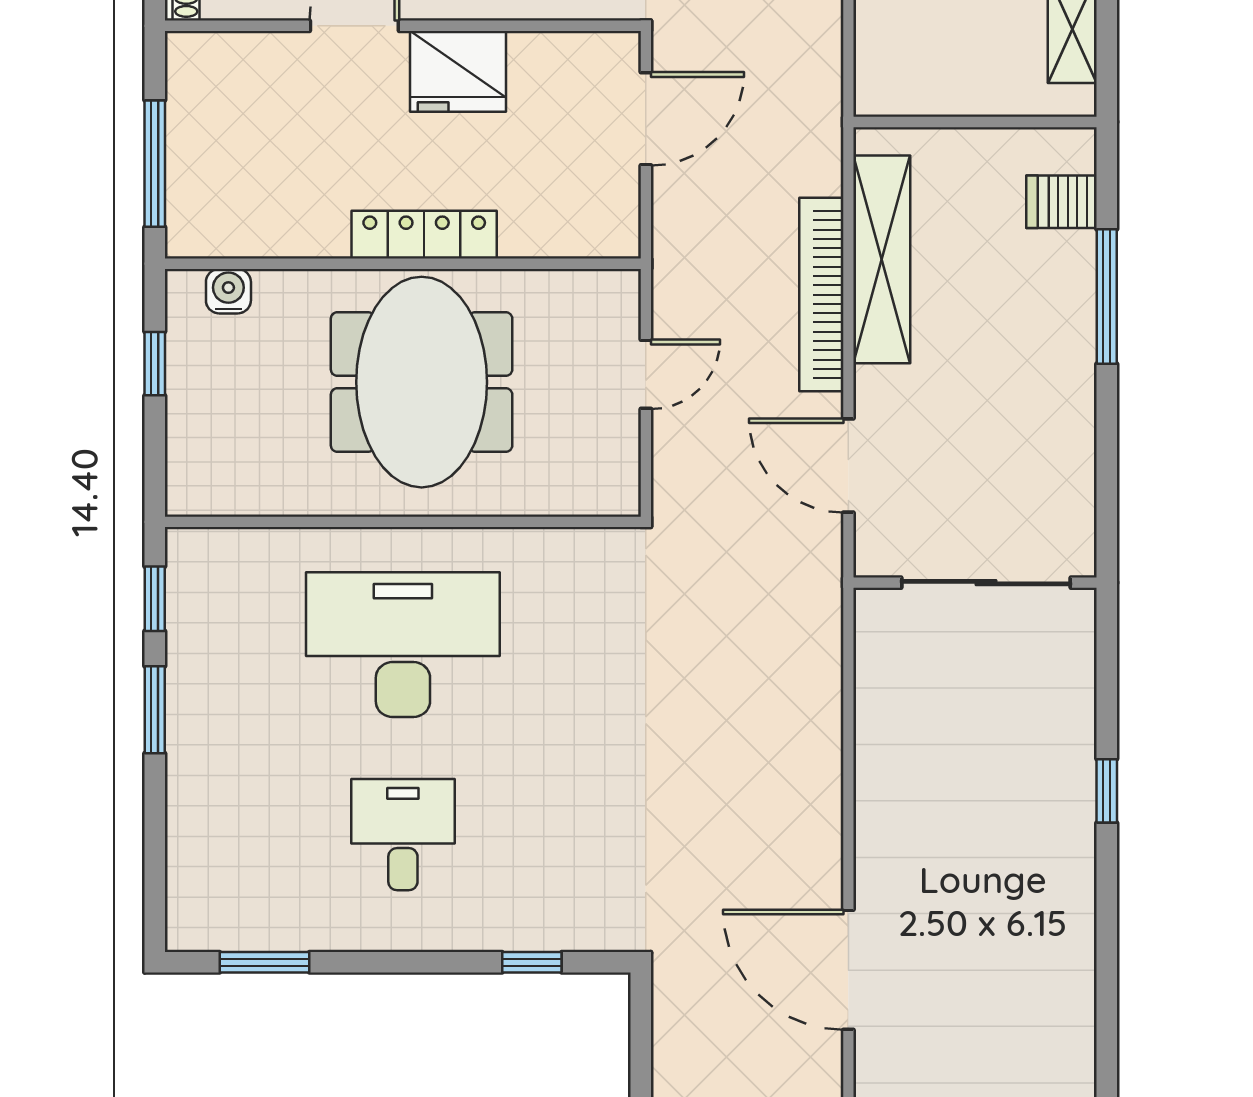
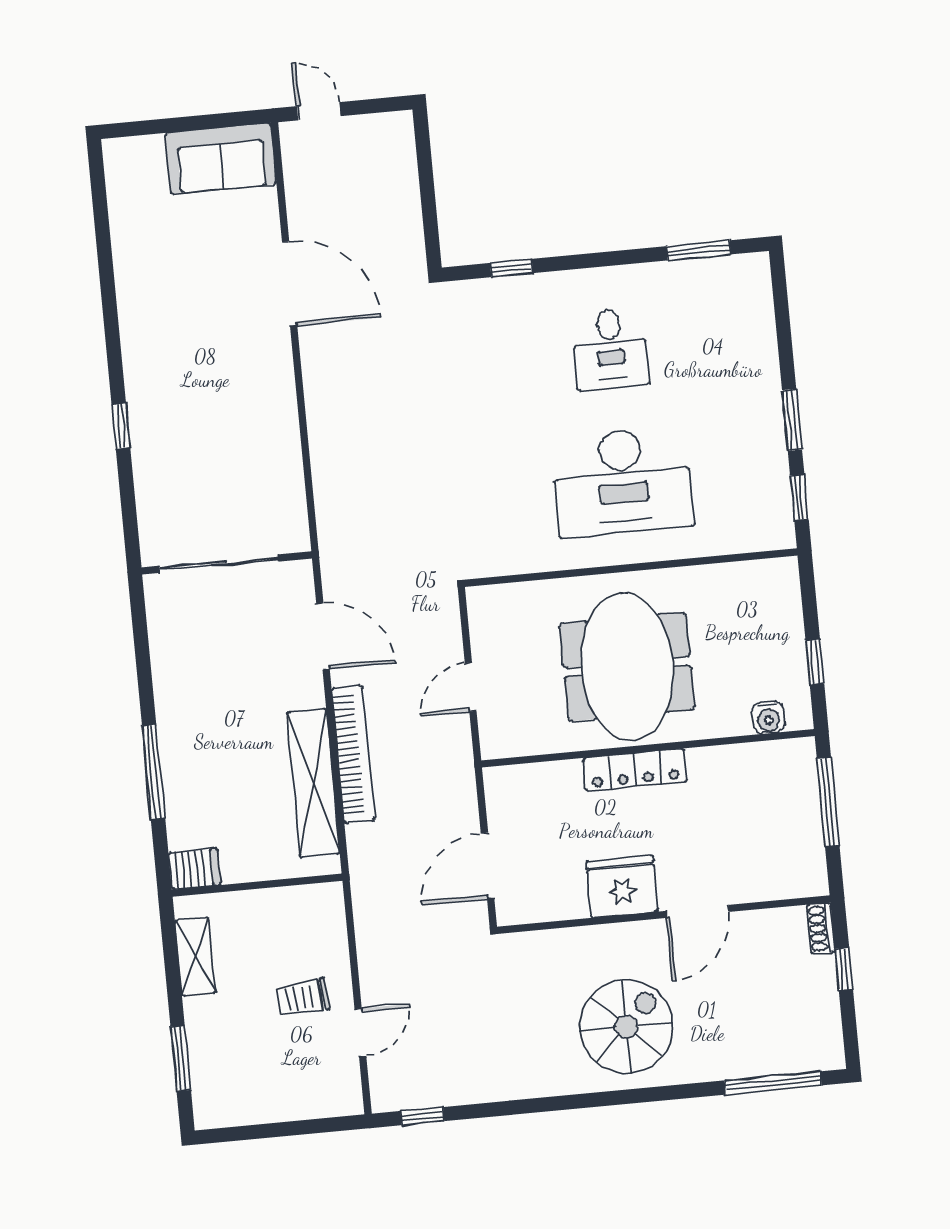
server rack: (1061, 202) -> (195, 869), moved

